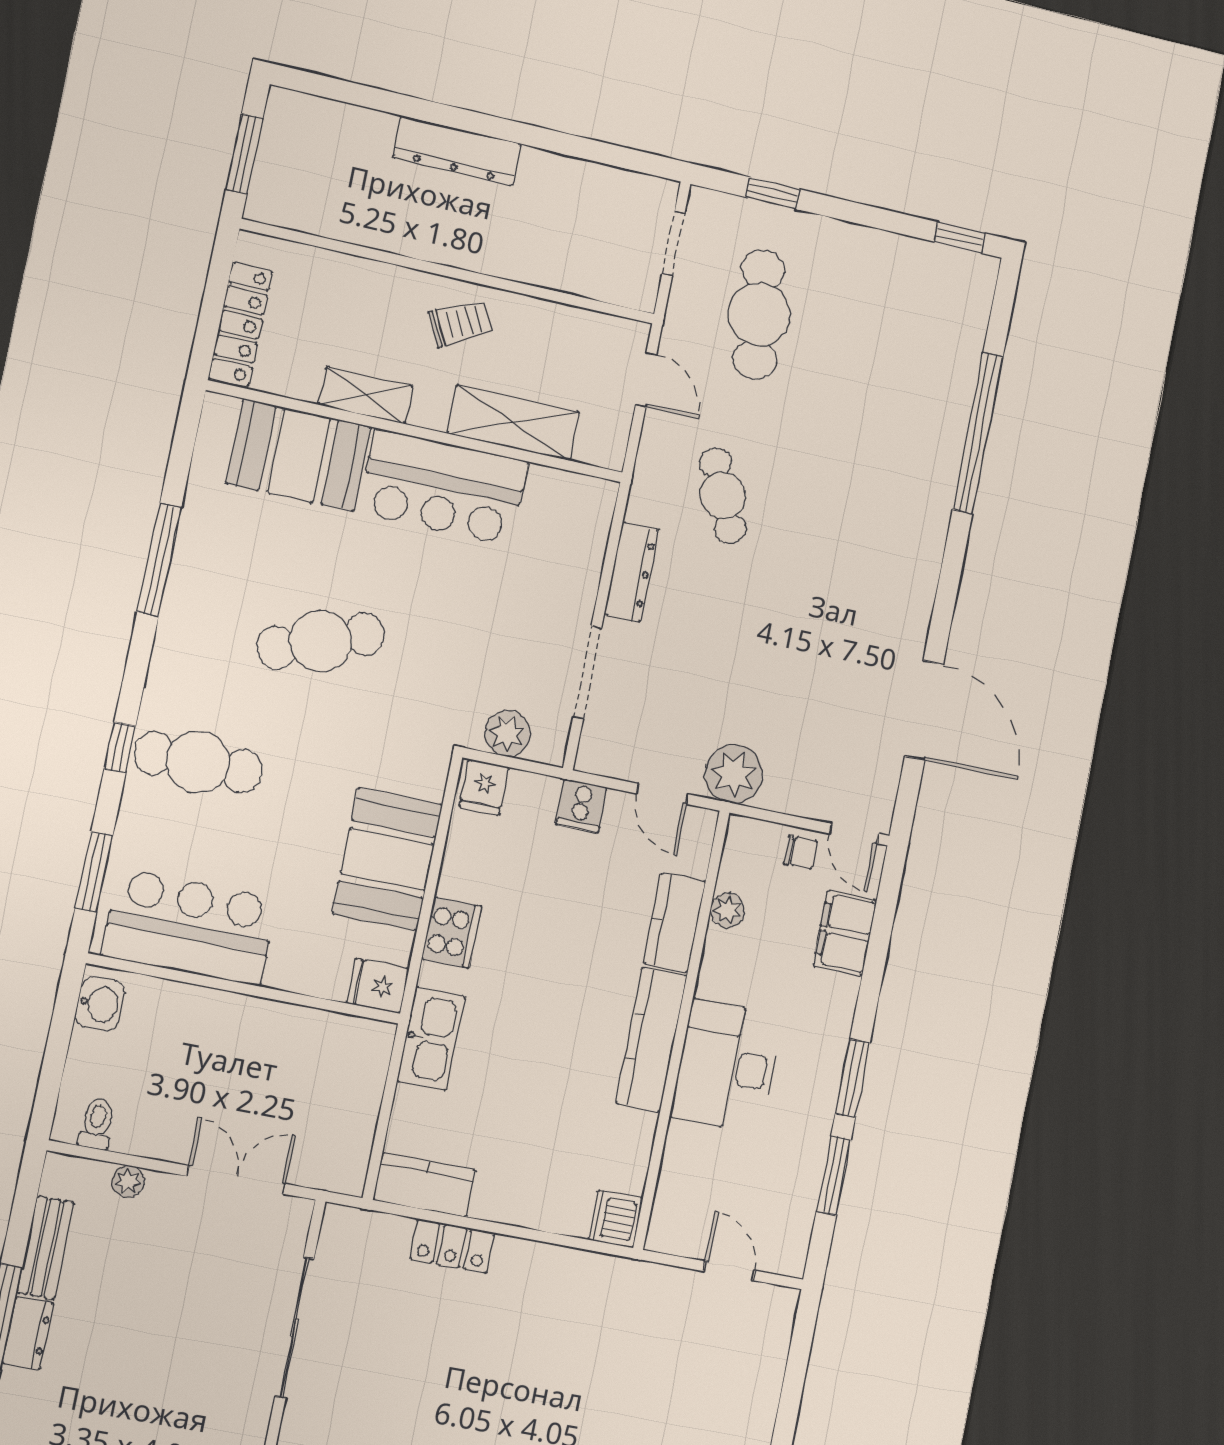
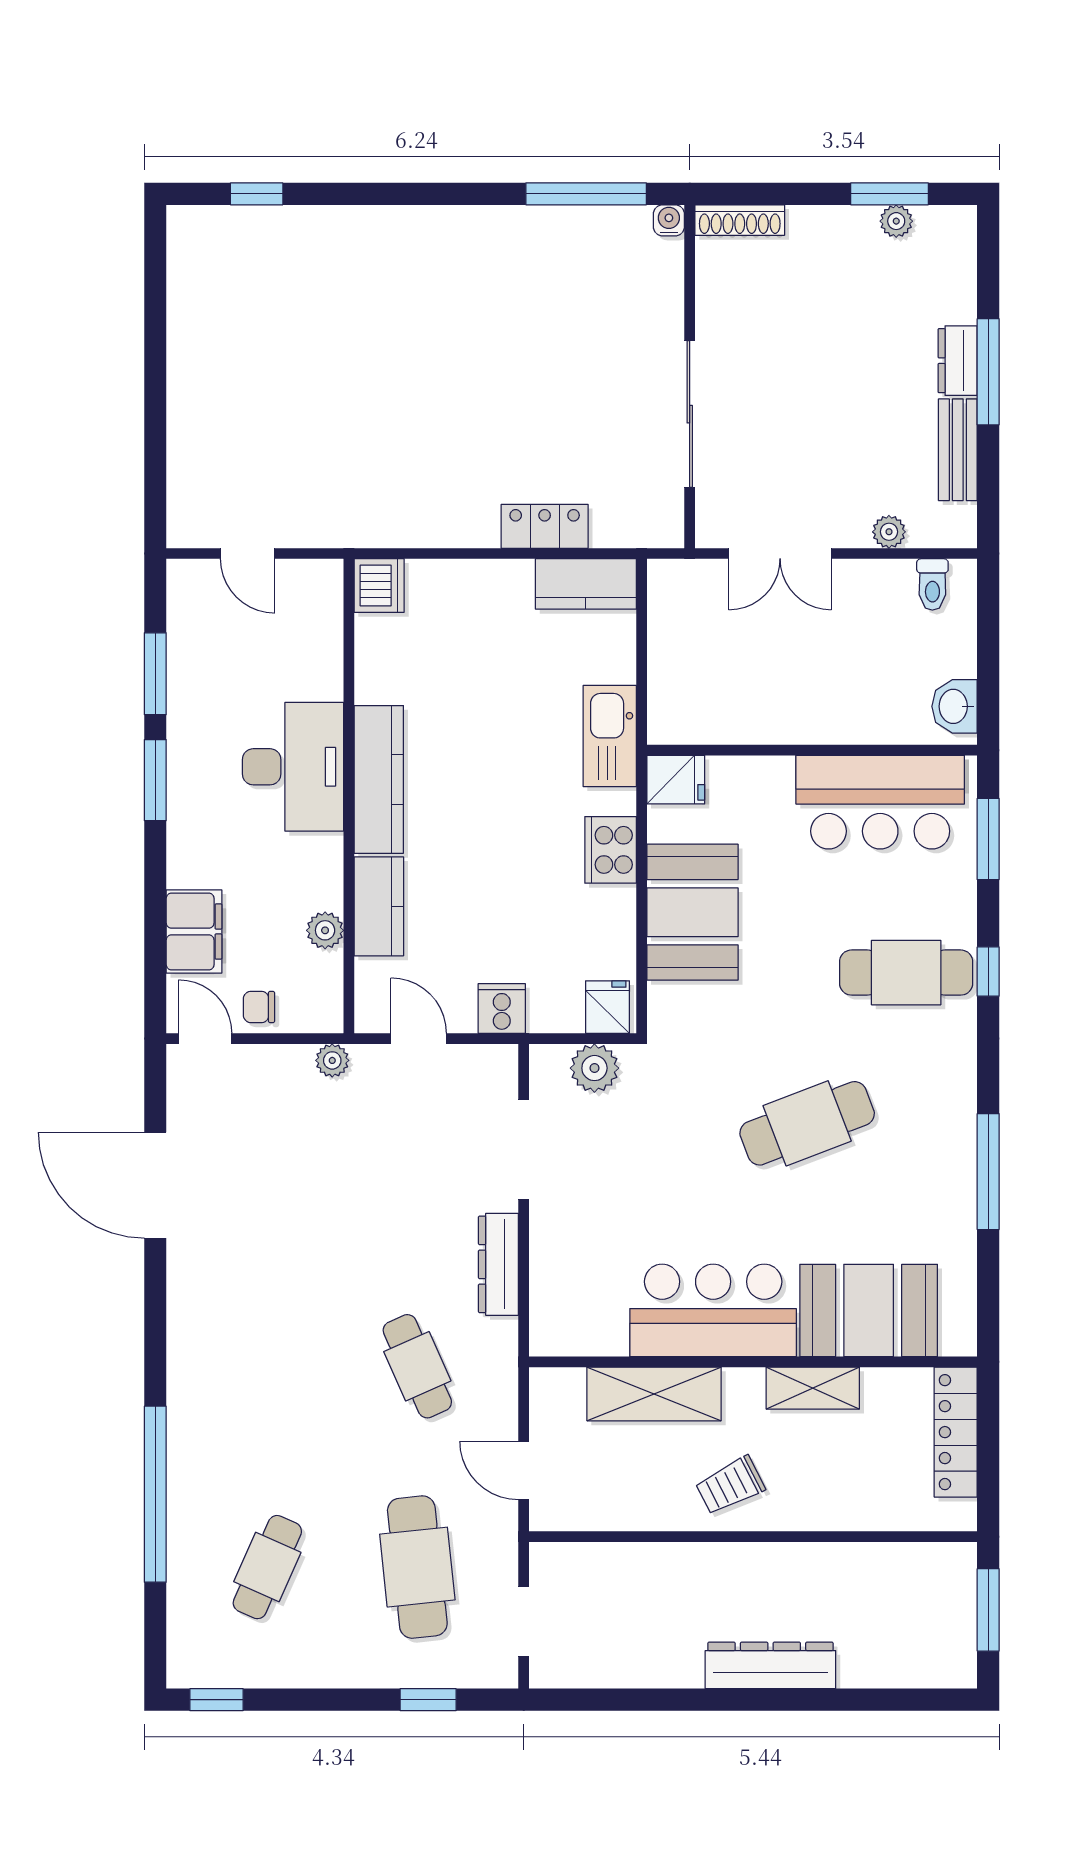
cafe table: (892, 345) -> (267, 1567), added
plant: (734, 774) -> (332, 1060), width x0.53, depth x0.53

